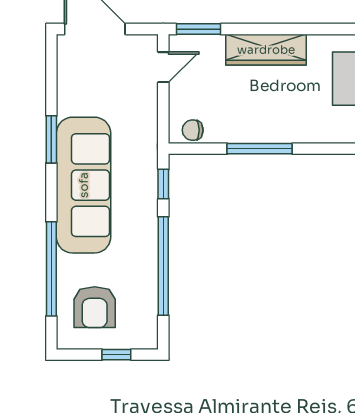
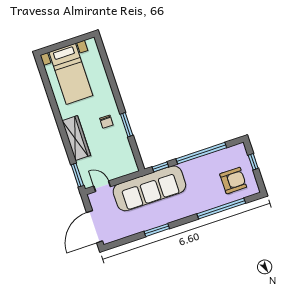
chair: (193, 130) -> (106, 122), moved
window: (260, 149) -> (127, 125), width x0.69
sofa: (84, 185) -> (149, 188), moved, turned 180

